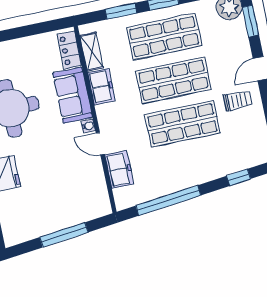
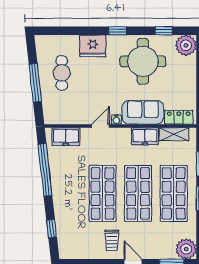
freezer: (119, 169) -> (66, 137), moved
cafe table: (45, 205) -> (62, 73), added

